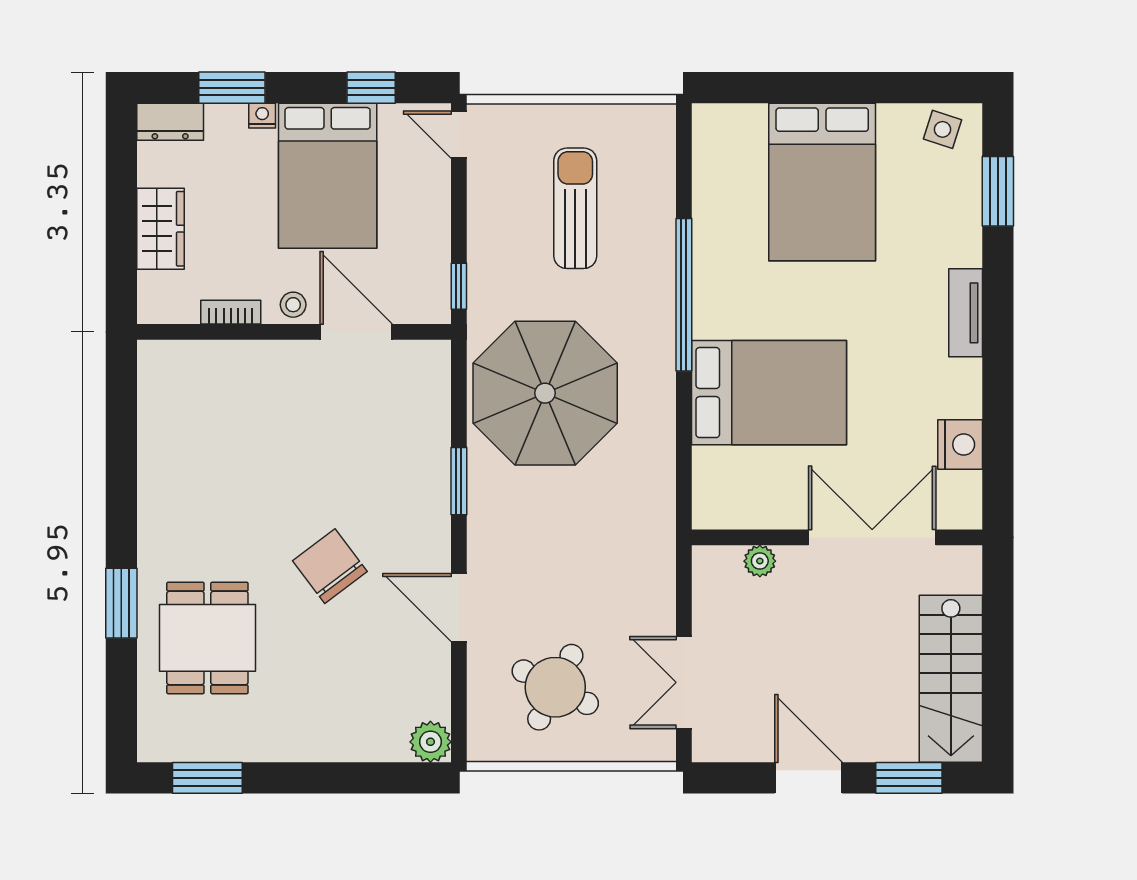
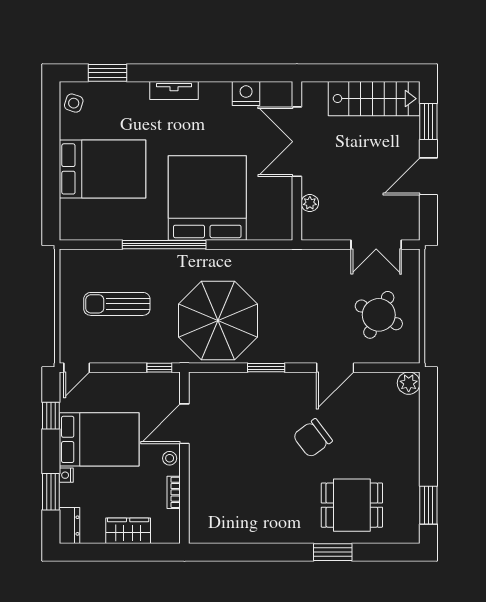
bed: (769, 393) -> (207, 198), width x1.36

